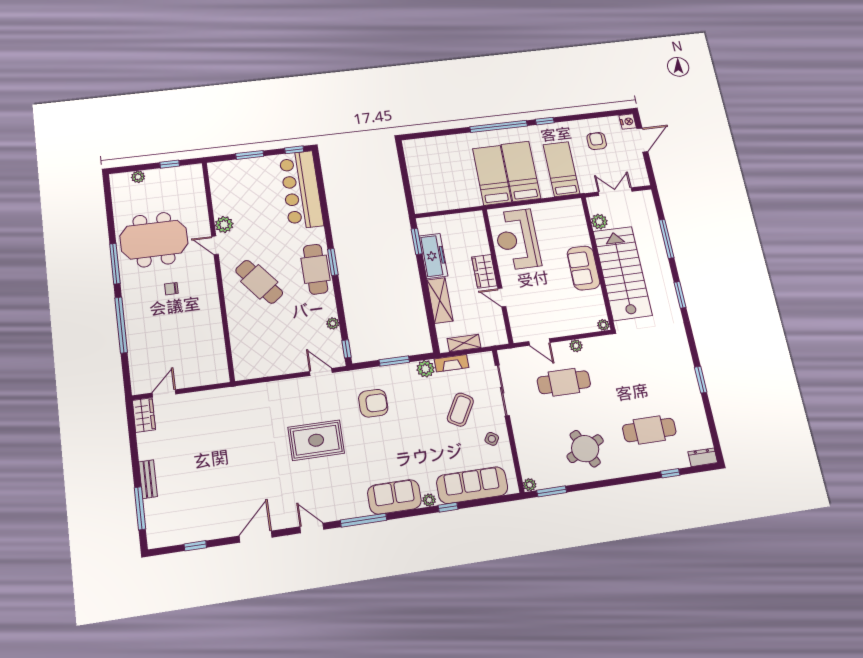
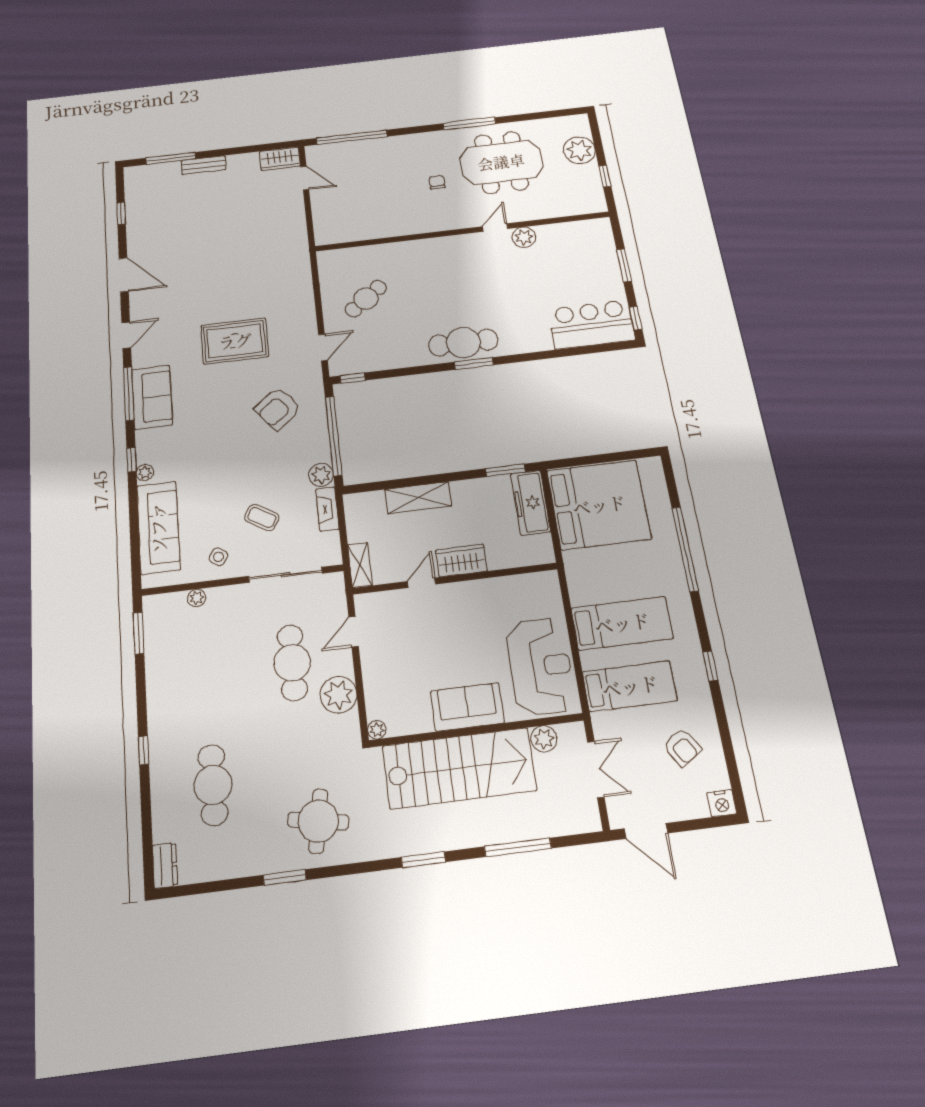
window: (499, 126) -> (685, 549), moved
door: (642, 140) -> (646, 831), moved
armchair: (597, 141) -> (682, 747), turned 58
bed: (492, 175) -> (599, 505), moved, width x2.04
plant: (138, 177) -> (579, 150), width x1.87, depth x1.87
bar counter: (301, 190) -> (591, 324), width x0.73
reception desk: (517, 239) -> (540, 666), moved, turned 90
meeting table: (154, 240) -> (501, 162), turned 90
freezer: (433, 256) -> (531, 503), moved, turned 90
cafe table: (259, 282) -> (366, 299), moved, width x0.73, depth x0.74
plant: (333, 323) -> (388, 362), removed
window: (121, 325) -> (352, 137), moved
shelving: (464, 343) -> (360, 565), moved
plant: (576, 346) -> (339, 695), width x1.88, depth x1.88
window: (394, 361) -> (334, 436), width x2.11
armchair: (373, 403) -> (278, 408), turned 51
coffee table: (460, 410) -> (262, 517), width x0.73, depth x0.77
rug: (316, 440) -> (235, 341), turned 90
round table: (585, 449) -> (318, 821), moved, turned 35
window: (670, 473) -> (144, 750), moved
plant: (530, 485) -> (197, 598), moved
sofa: (394, 497) -> (152, 397), moved
window: (448, 507) -> (131, 460), moved

